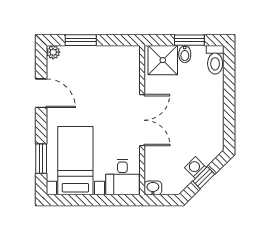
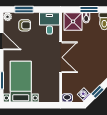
armchair: (82, 67) -> (25, 25), added
washing machine: (195, 168) -> (84, 94), moved
desk: (122, 177) -> (49, 23), moved, turned 180

